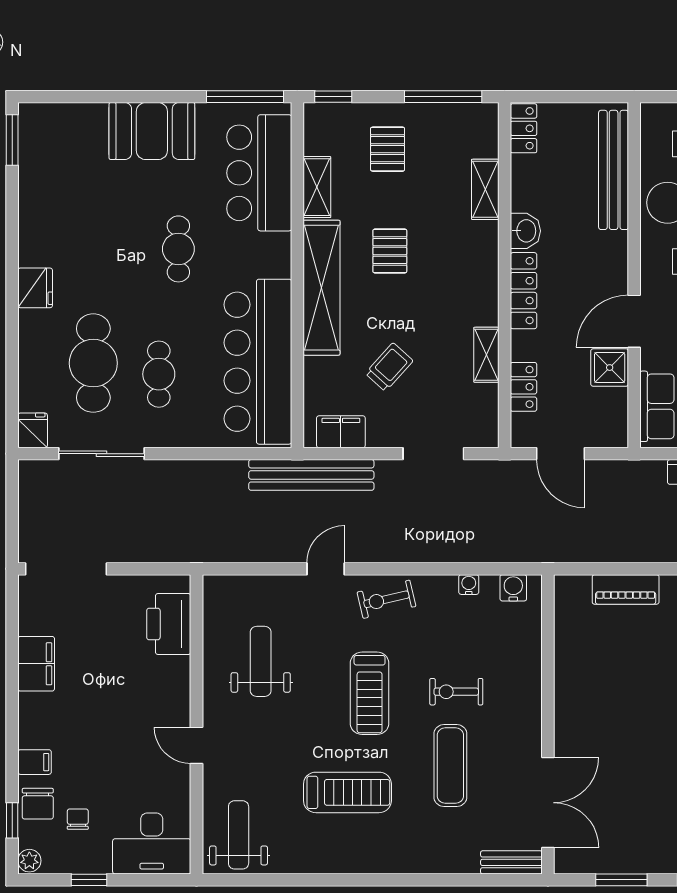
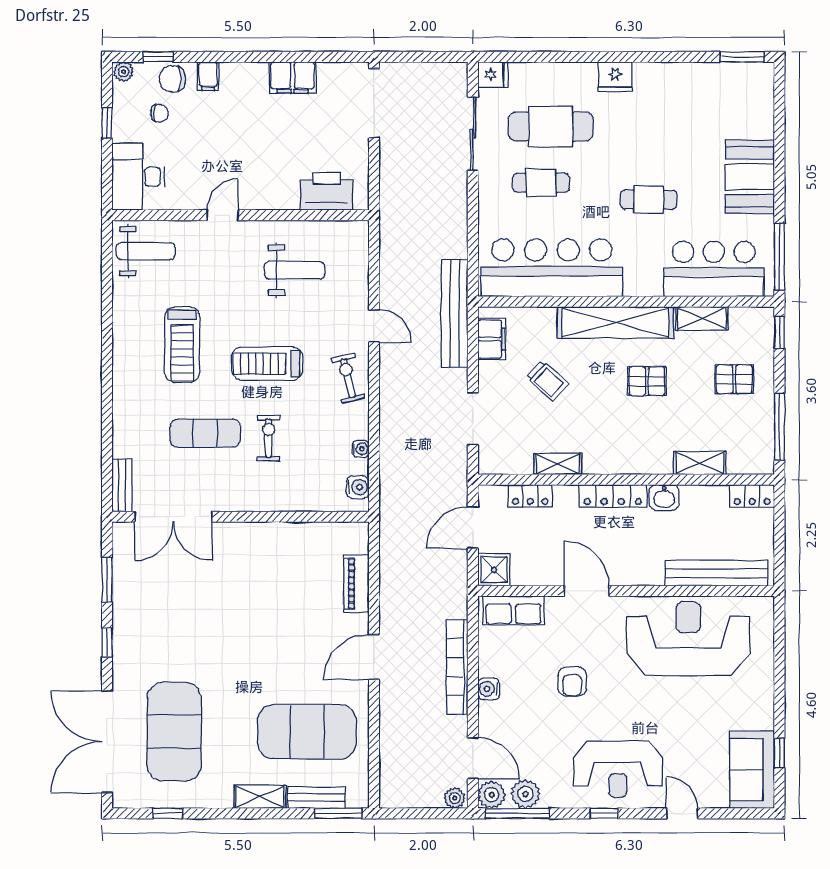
shower: (610, 368) -> (494, 570), moved

